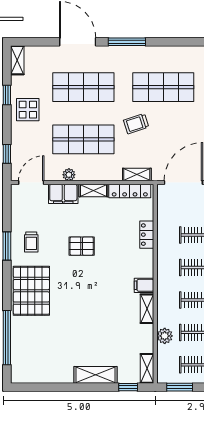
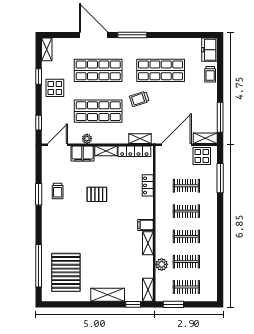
pallet: (31, 291) -> (66, 272), moved

